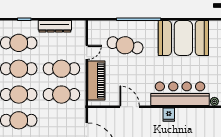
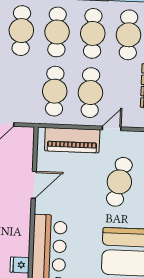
door: (87, 52) -> (112, 128), swing flipped
fridge: (169, 115) -> (20, 265), moved

